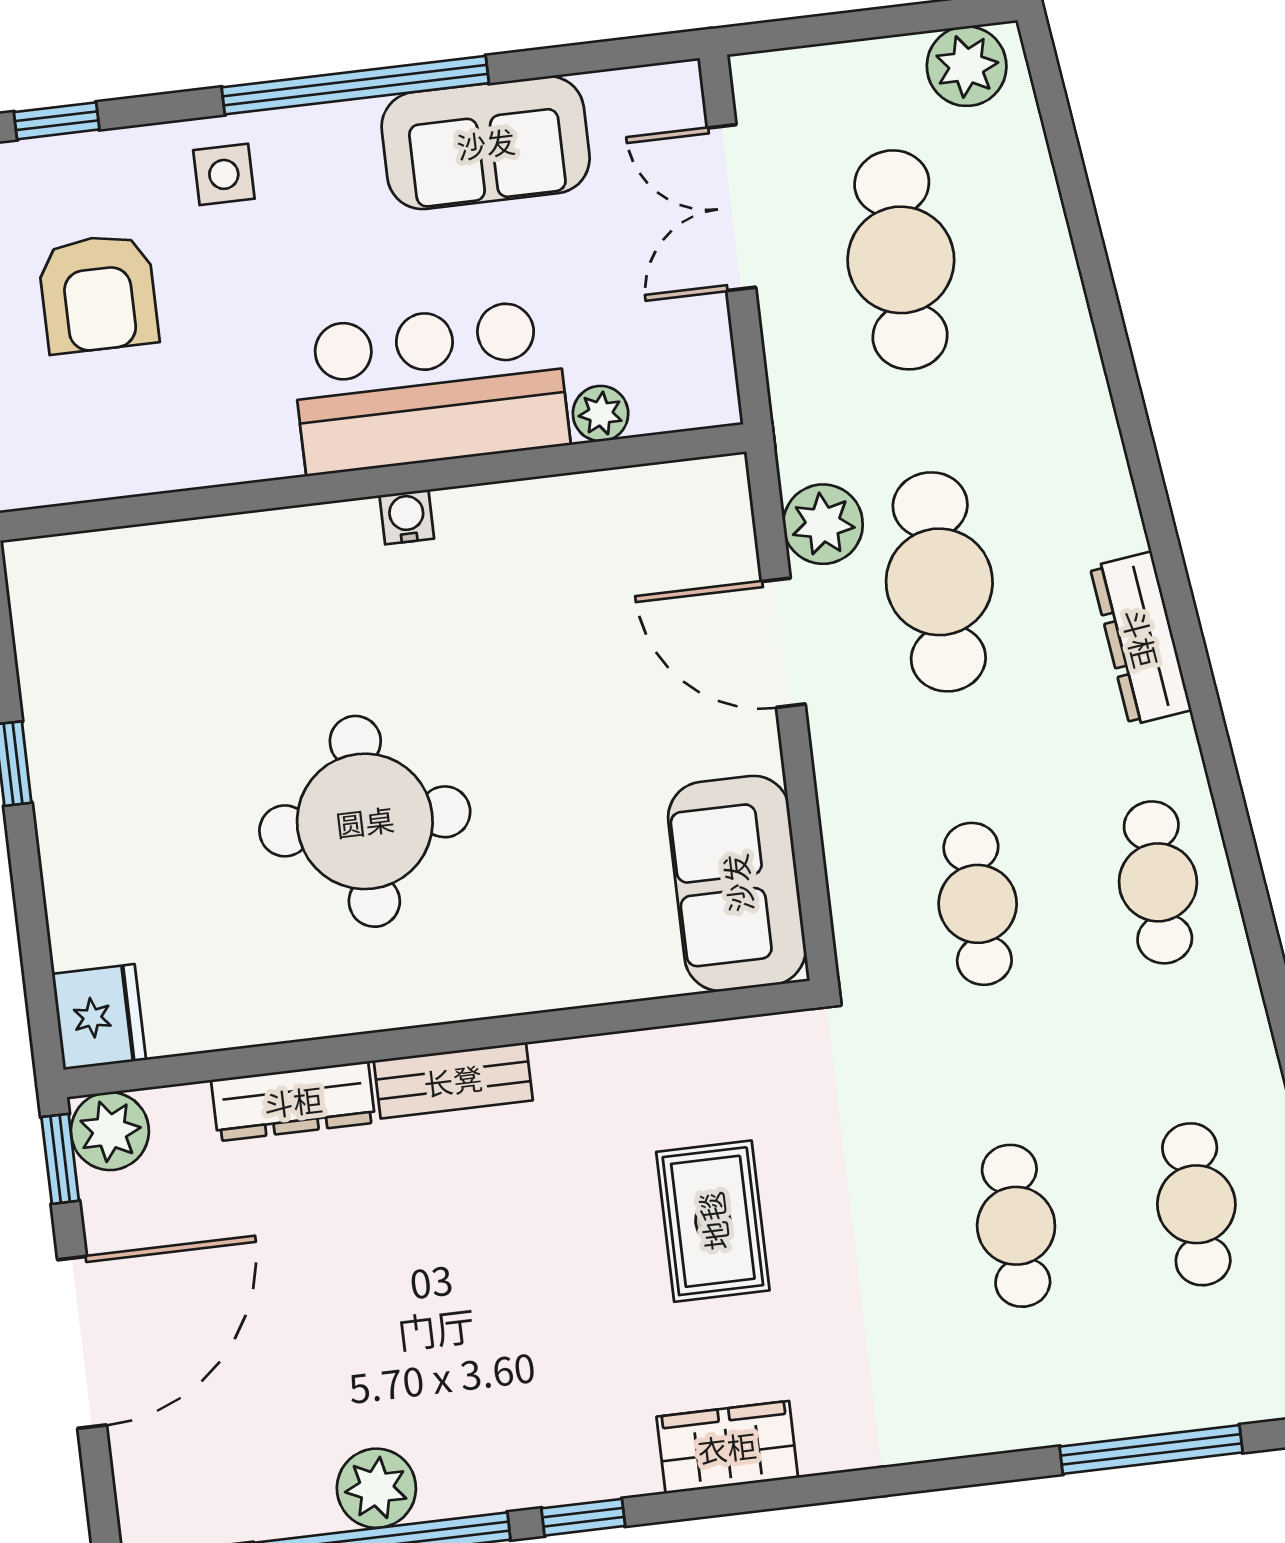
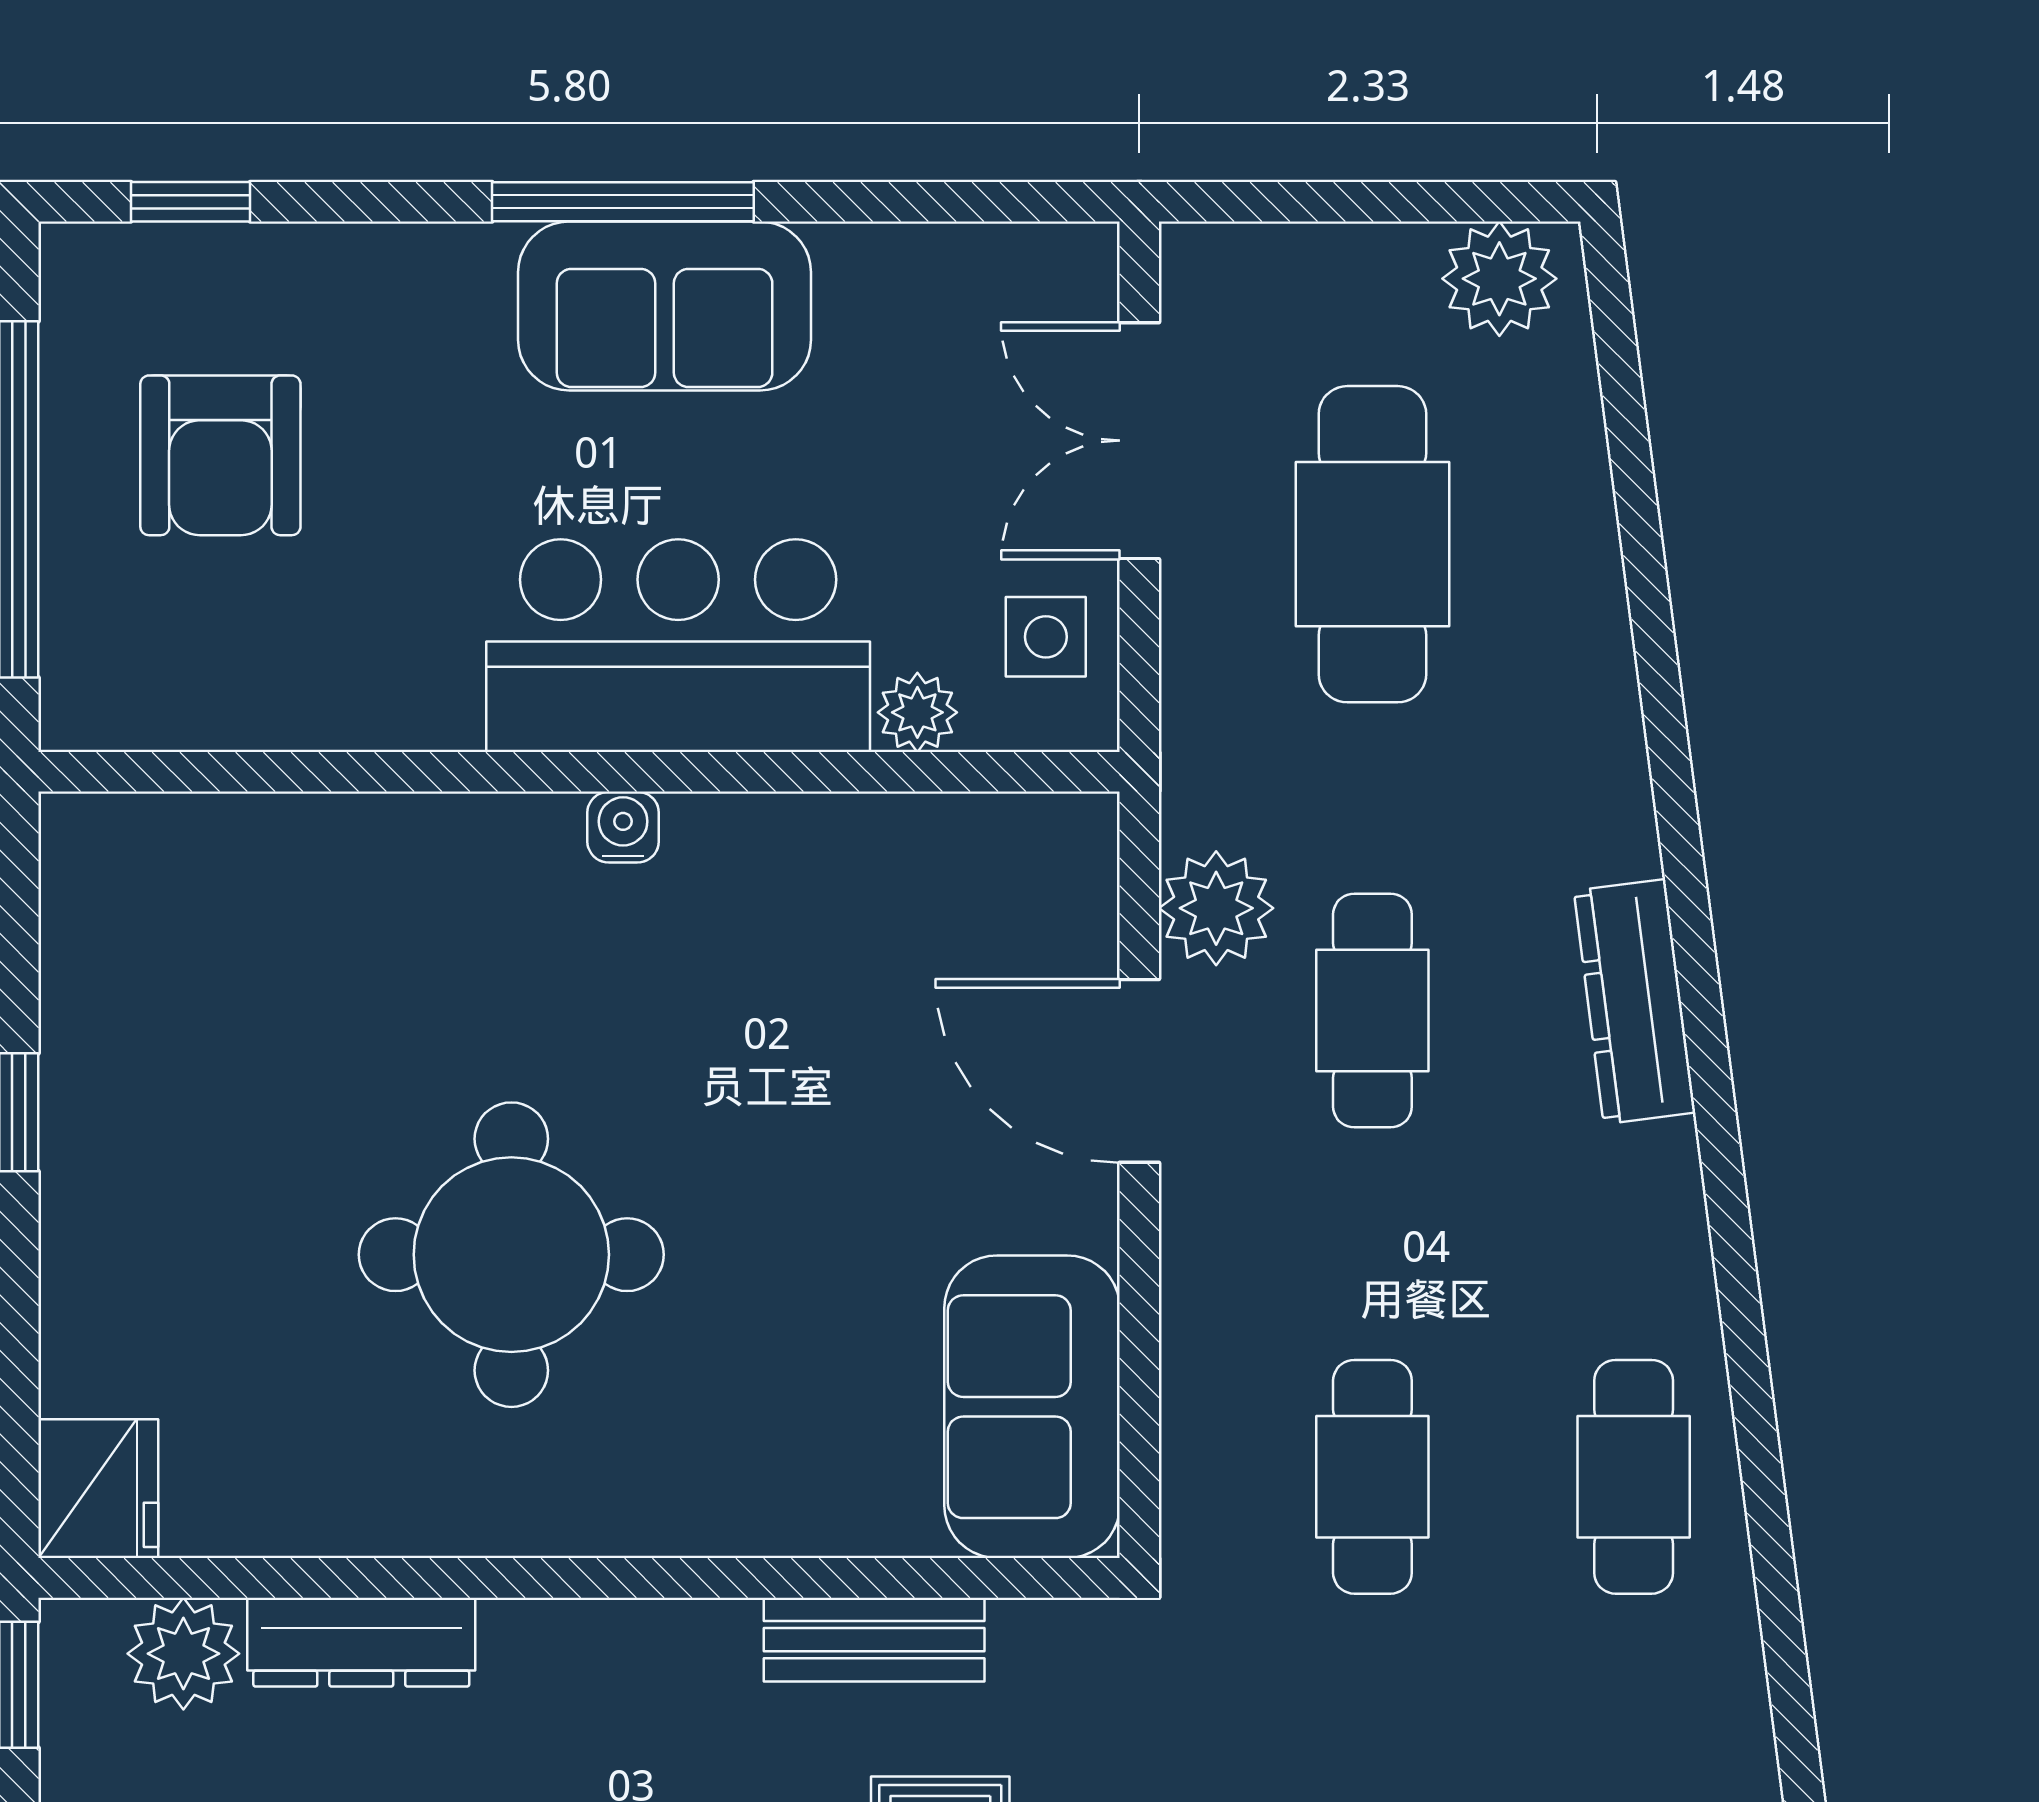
window: (355, 85) -> (623, 202), width x0.68
sofa: (486, 143) -> (665, 306), moved
side table: (224, 174) -> (1046, 637), moved
cafe table: (939, 582) -> (1372, 1011), width x0.73, depth x0.74
dresser: (1141, 638) -> (1634, 1002), moved
bench: (453, 1080) -> (874, 1640), moved
plant: (110, 1131) -> (183, 1654), moved

